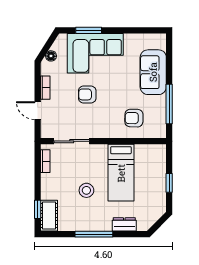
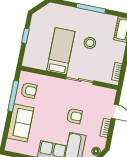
armchair: (134, 118) -> (29, 90), moved
sliding door: (72, 141) -> (80, 80), moved
dresser: (124, 224) -> (66, 11), removed

